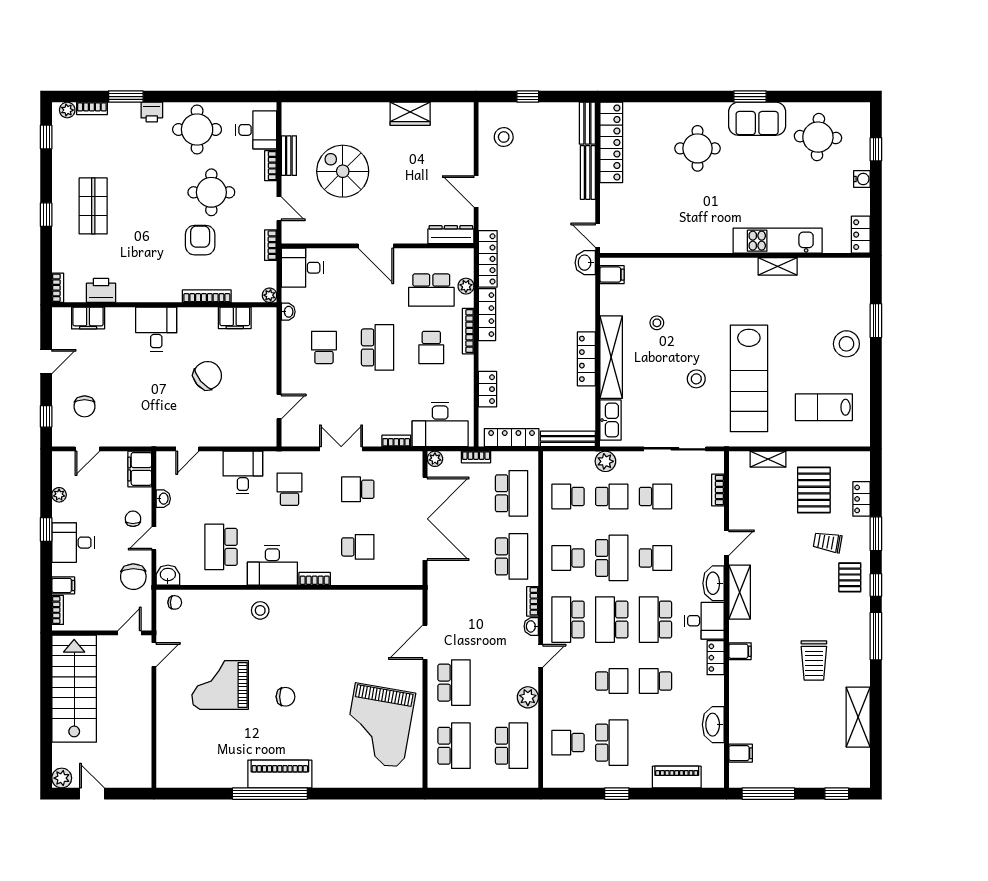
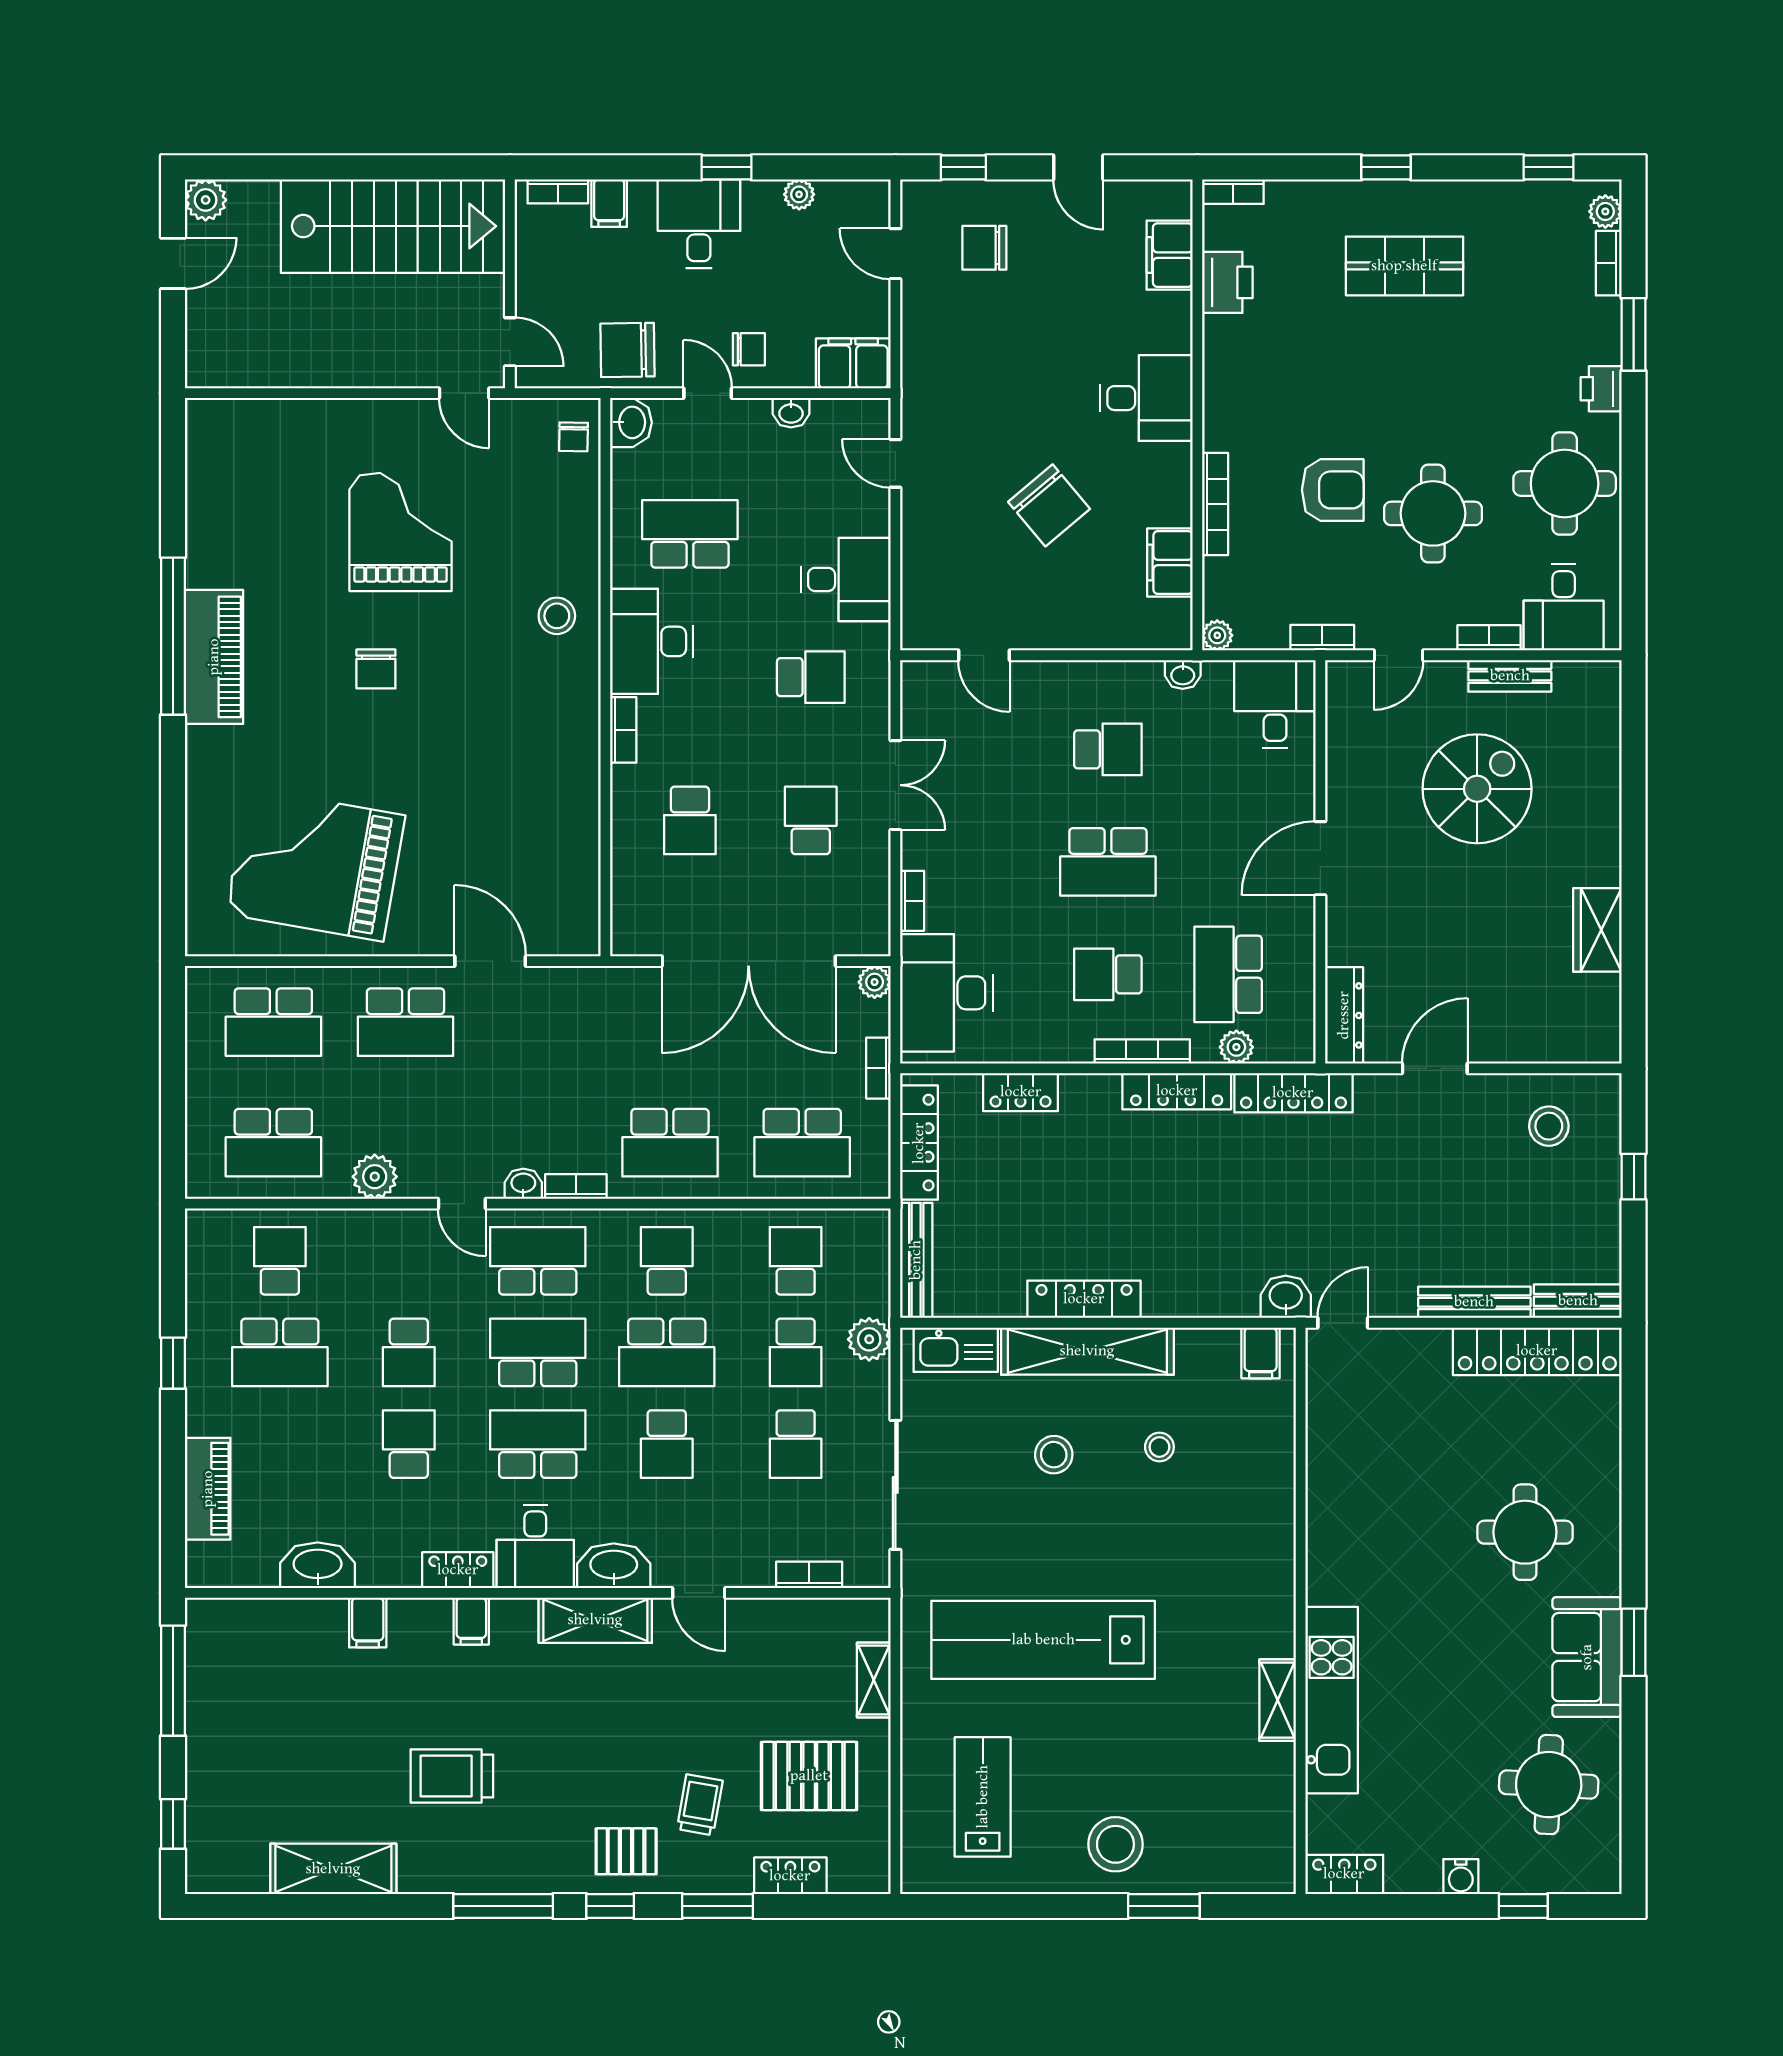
stool: (696, 379) -> (1054, 1455), moved
filing cabinet: (741, 753) -> (368, 1623), moved

